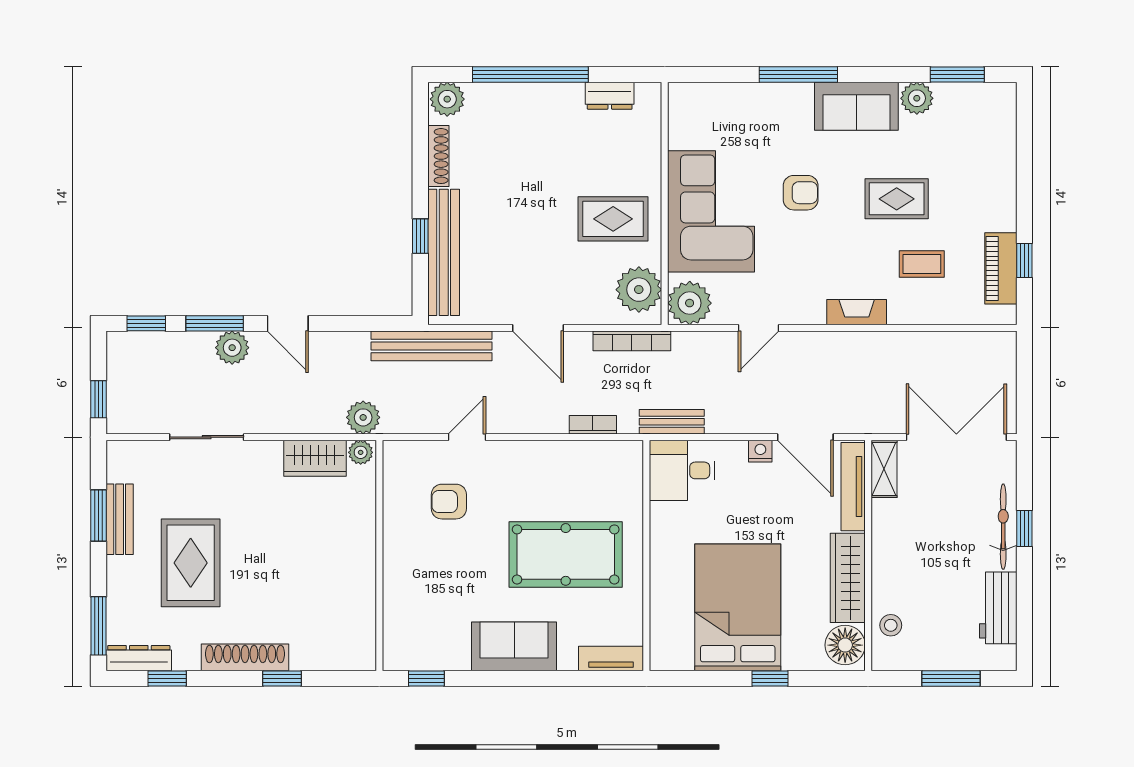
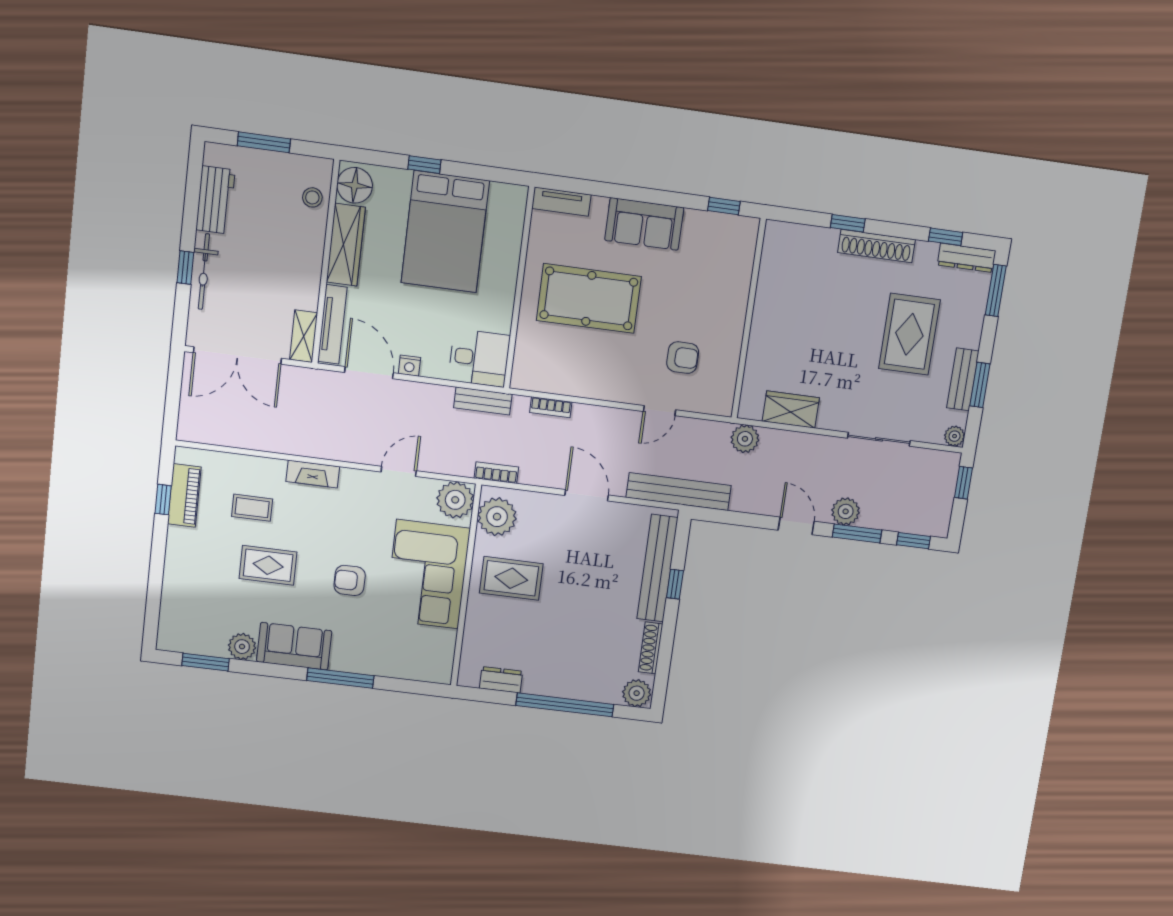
bookcase: (632, 341) -> (496, 473), width x0.64
plant: (361, 452) -> (955, 436), moved

